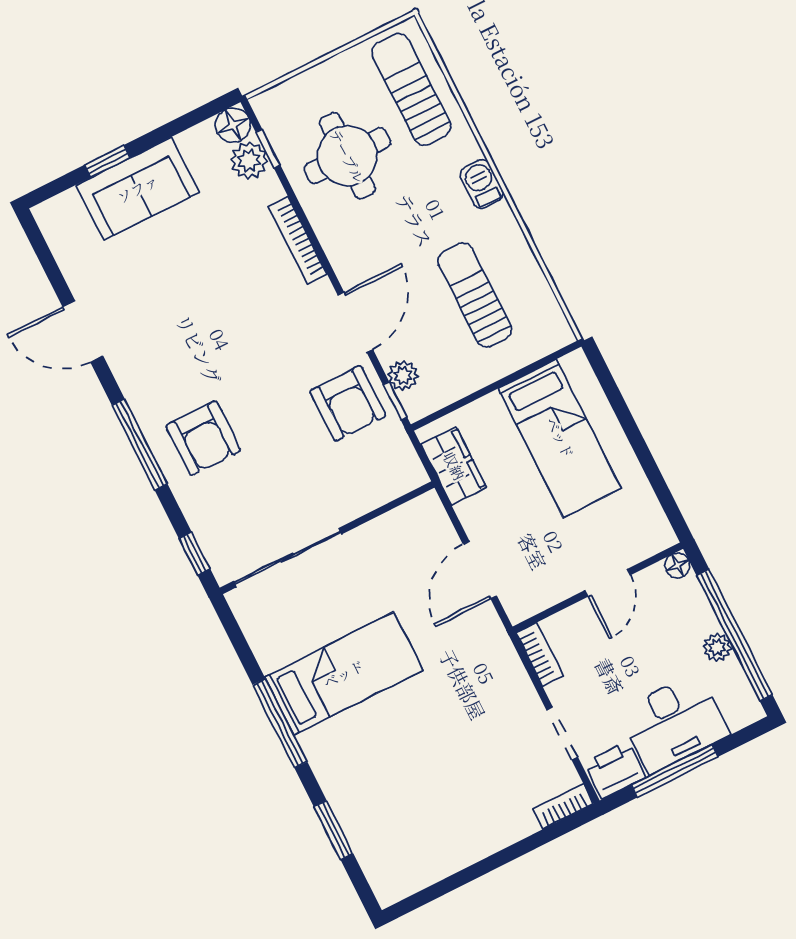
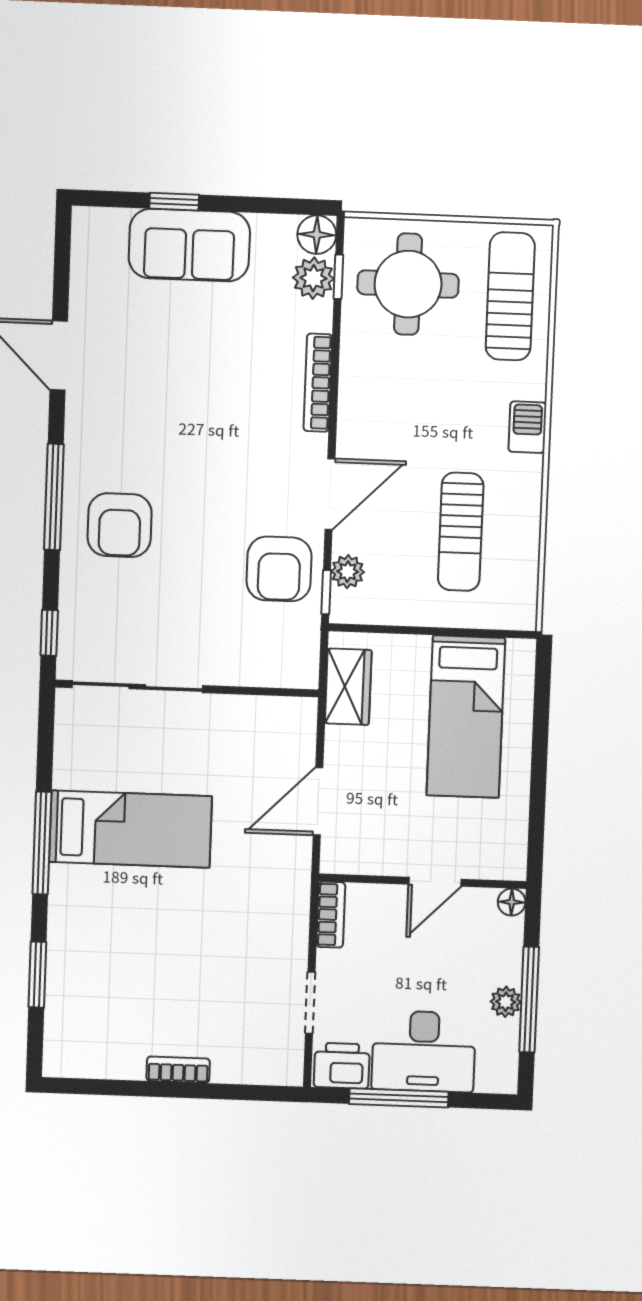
round table: (347, 156) -> (408, 284), moved
sun lounger: (475, 295) -> (461, 532), turned 180
window: (735, 635) -> (529, 1000), width x0.68
bookcase: (563, 806) -> (178, 1070), moved

